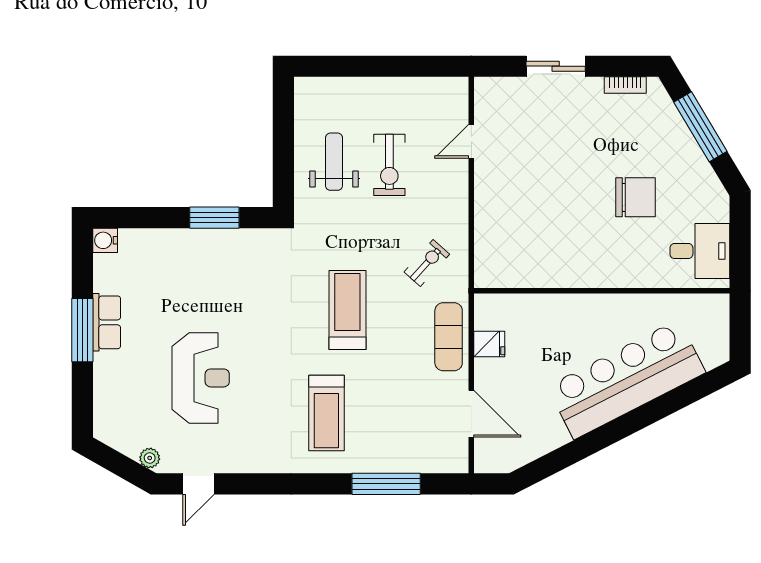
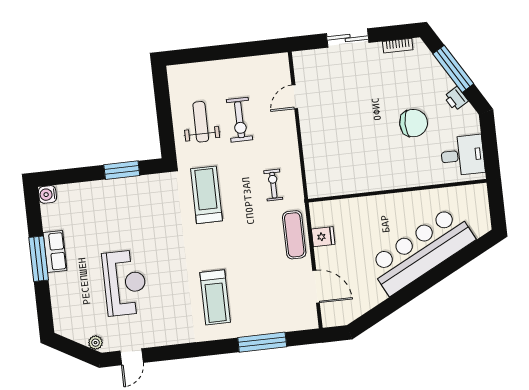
printer: (699, 169) -> (456, 99), added
exercise bike: (427, 263) -> (273, 185), turned -42
treadmill: (347, 310) -> (206, 195), moved

